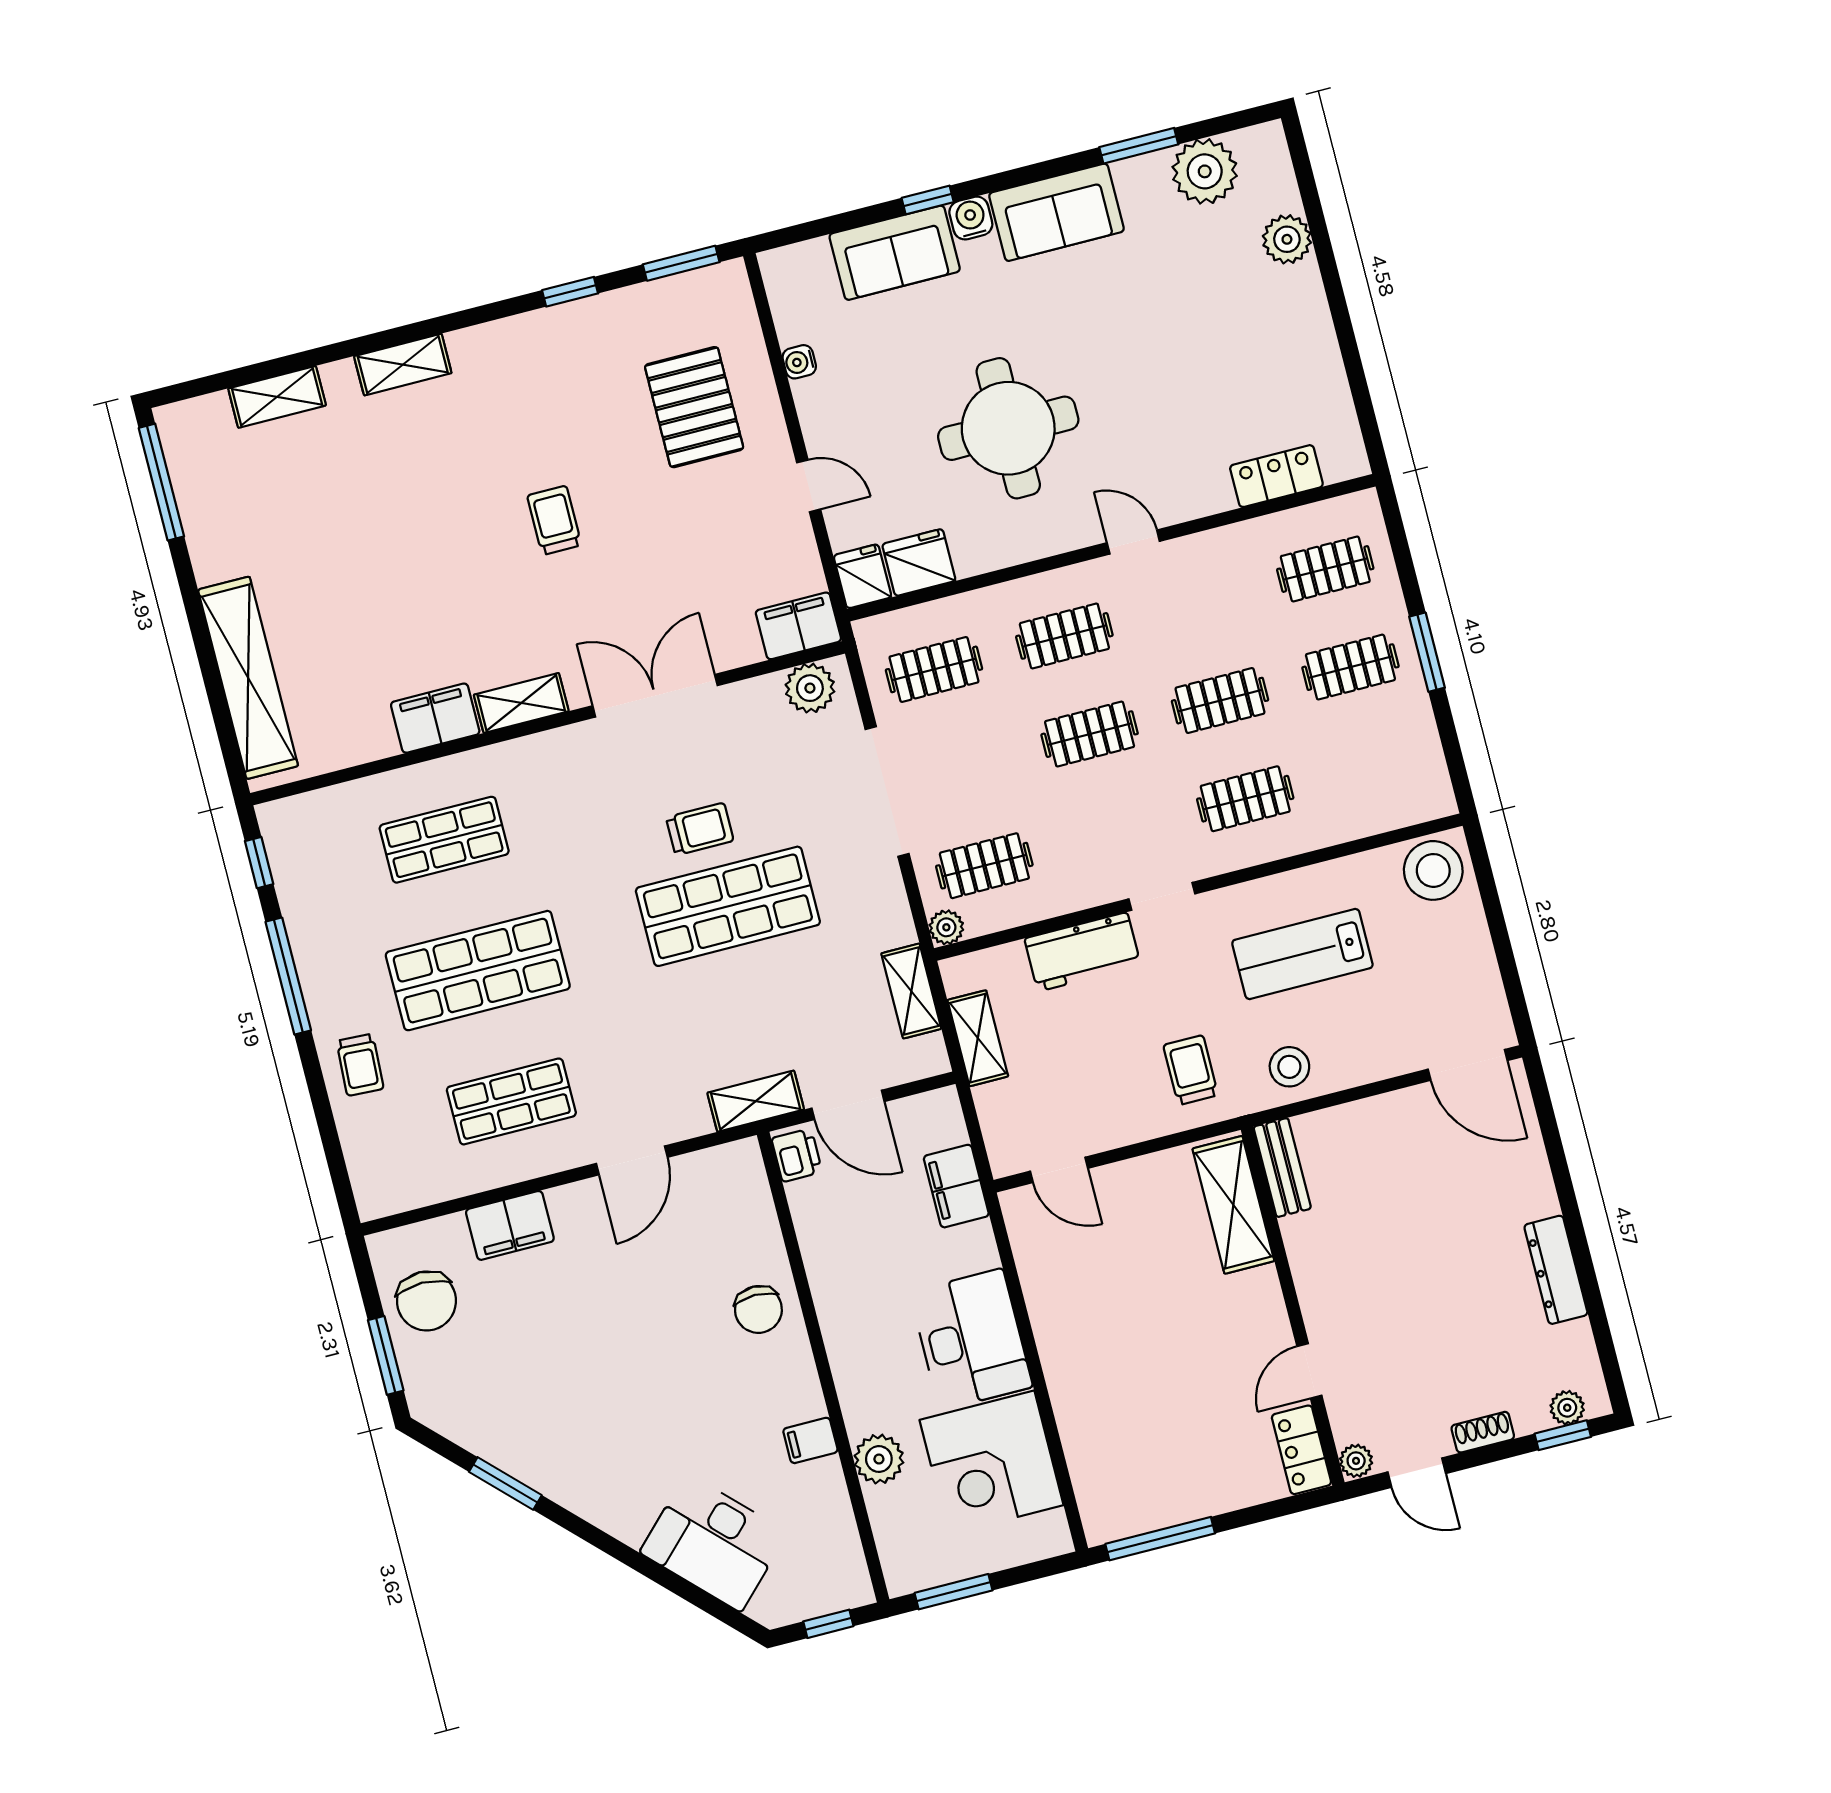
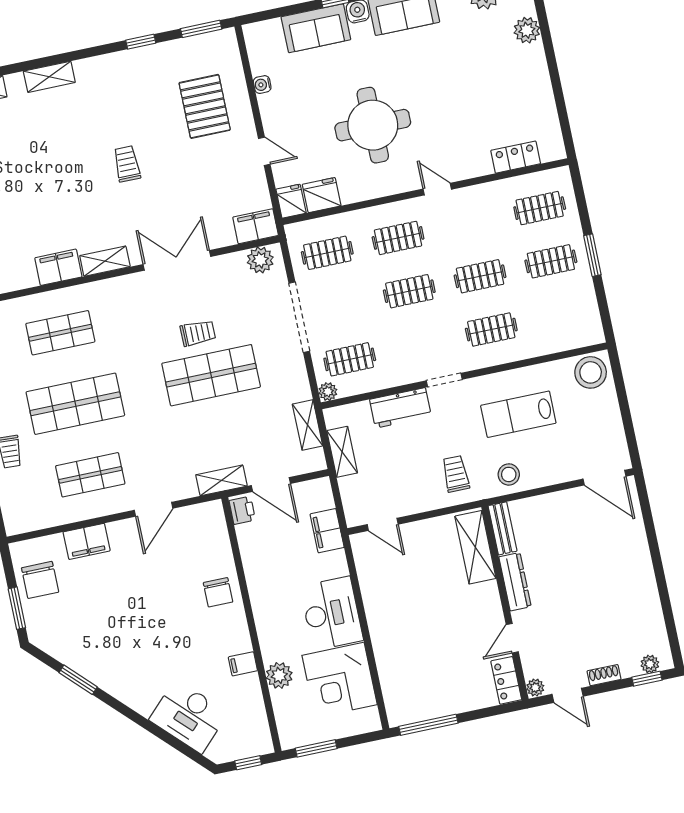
dresser: (1556, 1270) -> (515, 582), moved, turned 180

